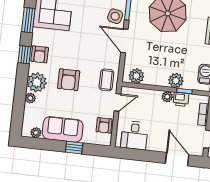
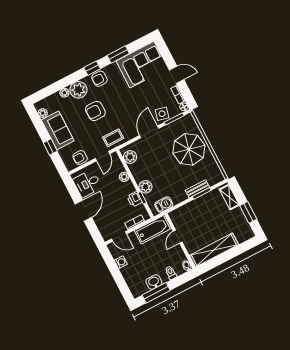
plant: (167, 97) -> (124, 177), moved
door: (117, 102) -> (103, 156), hinge flipped
door: (177, 159) -> (83, 211), moved

